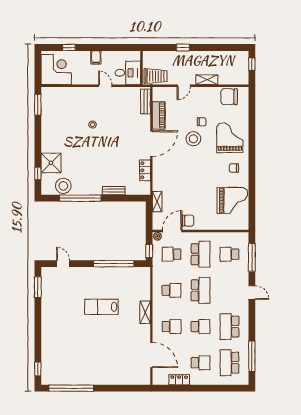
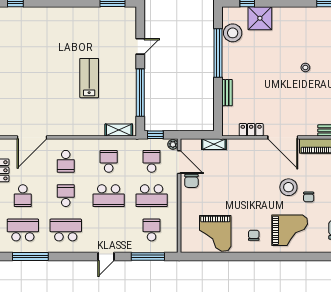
door: (63, 264) -> (140, 46), moved
school desk: (172, 290) -> (109, 161), turned 180
shelving: (145, 312) -> (119, 130), moved
school desk: (201, 327) -> (66, 196), turned 180

